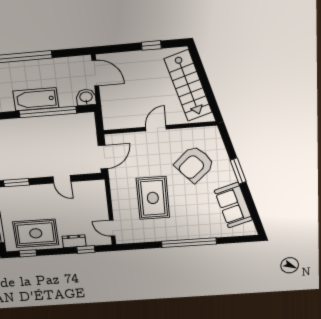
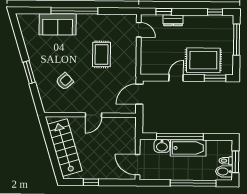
washbasin: (86, 97) -> (162, 146), moved
armchair: (194, 164) -> (65, 81), width x0.53, depth x0.53
door: (62, 179) -> (176, 78), hinge flipped
rug: (153, 198) -> (101, 54), width x0.73, depth x0.70
sofa: (233, 205) -> (58, 24), moved, turned 107
rug: (36, 233) -> (203, 60), moved

